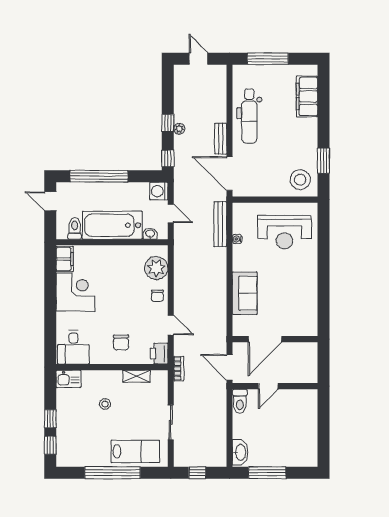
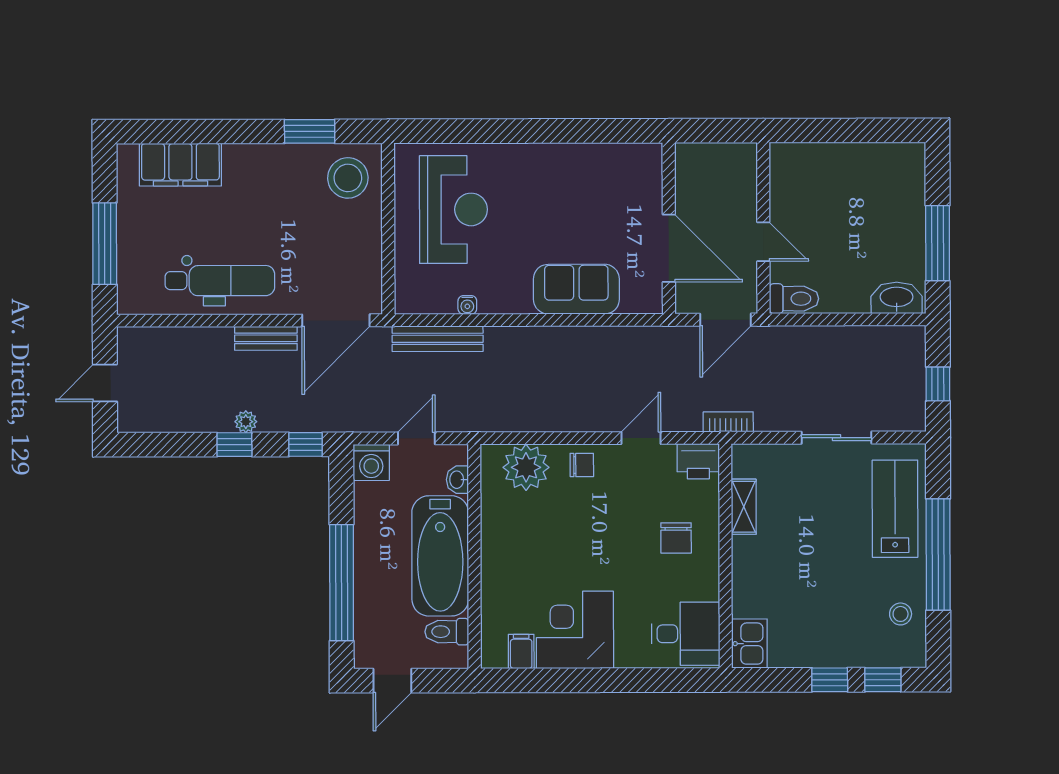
filing cabinet: (65, 259) -> (521, 651), width x0.50
chair: (121, 343) -> (676, 538), turned 90
stool: (105, 404) -> (901, 614), moved

